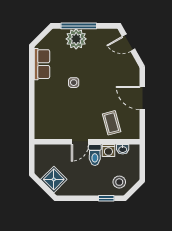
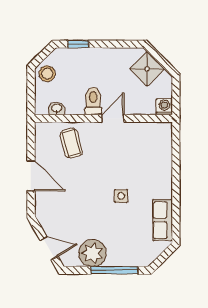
plant: (76, 39) -> (92, 253), moved
washing machine: (108, 151) -> (164, 107), moved
stool: (119, 182) -> (47, 74), moved

